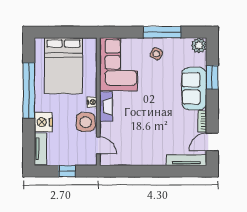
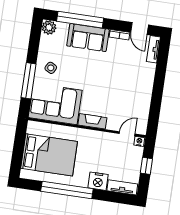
window: (162, 32) -> (29, 81), moved
window: (212, 77) -> (80, 20), width x2.11
nightstand: (92, 102) -> (139, 141), moved
side table: (86, 122) -> (104, 142), removed
tv unit: (186, 160) -> (153, 49), width x0.71

